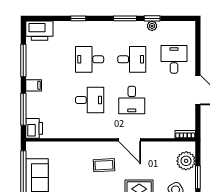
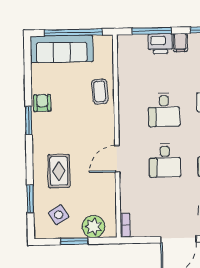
desk: (132, 100) -> (165, 160), turned -90
printer: (34, 128) -> (160, 44), moved
coffee table: (104, 165) -> (100, 92), moved

